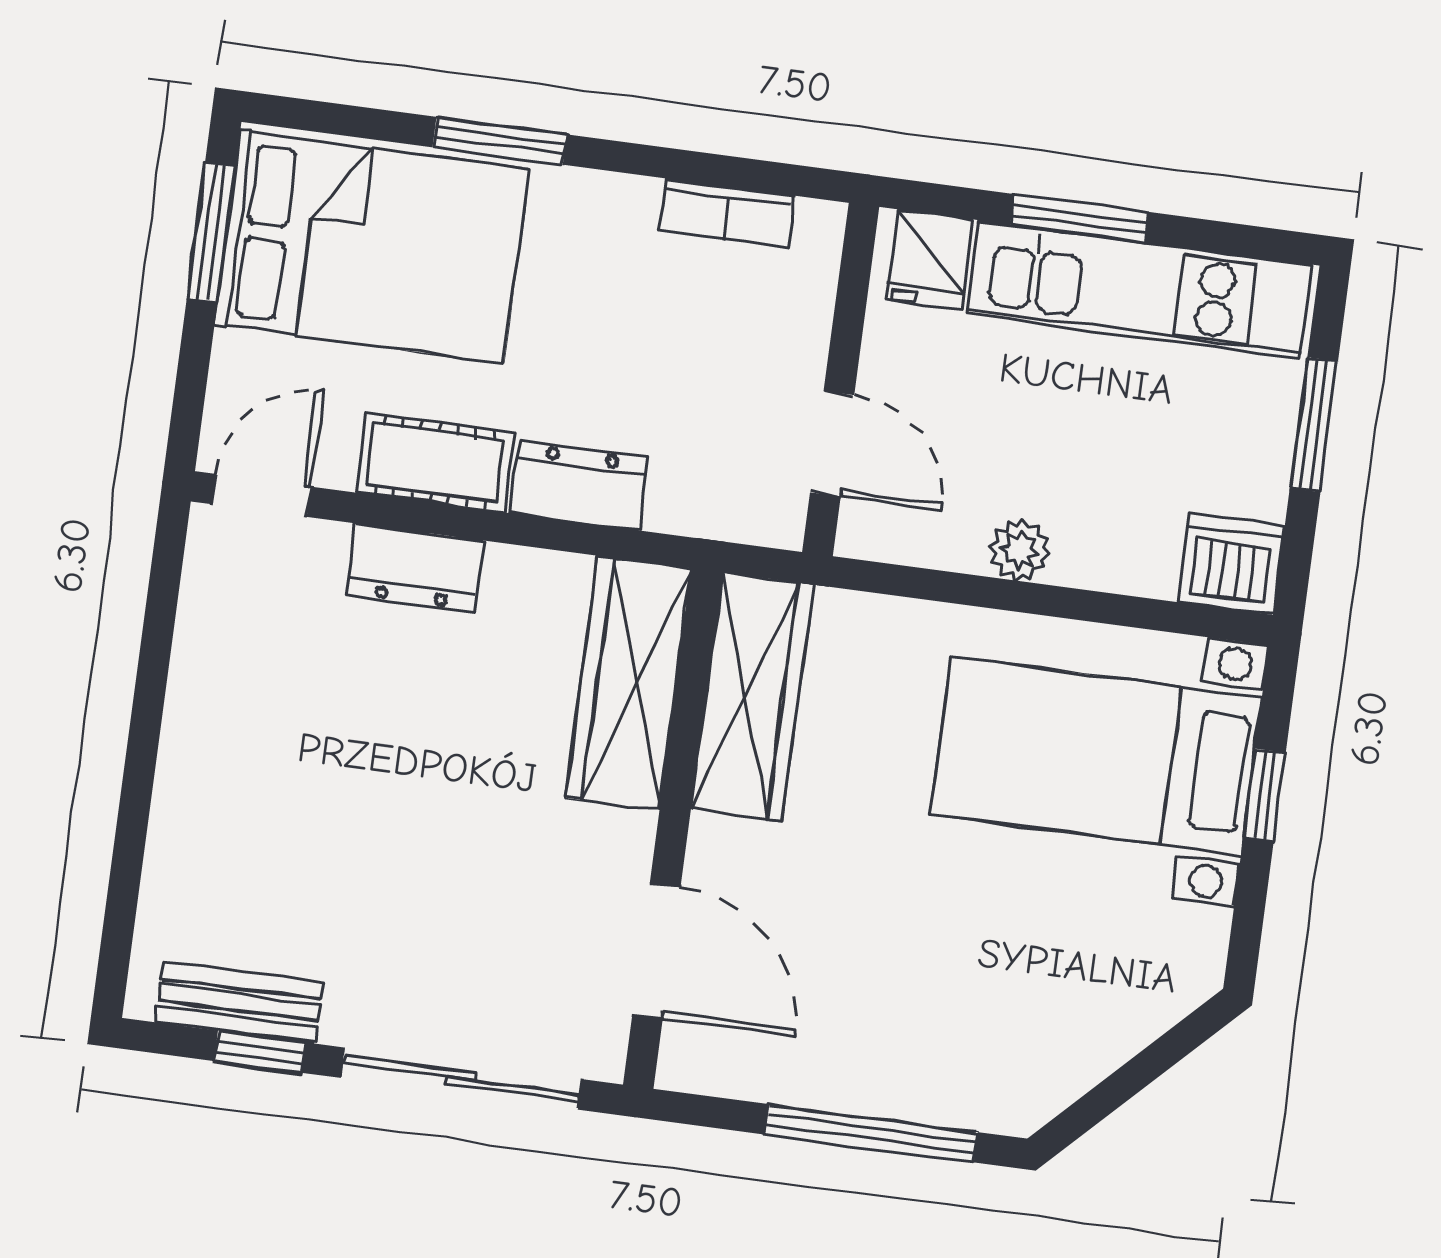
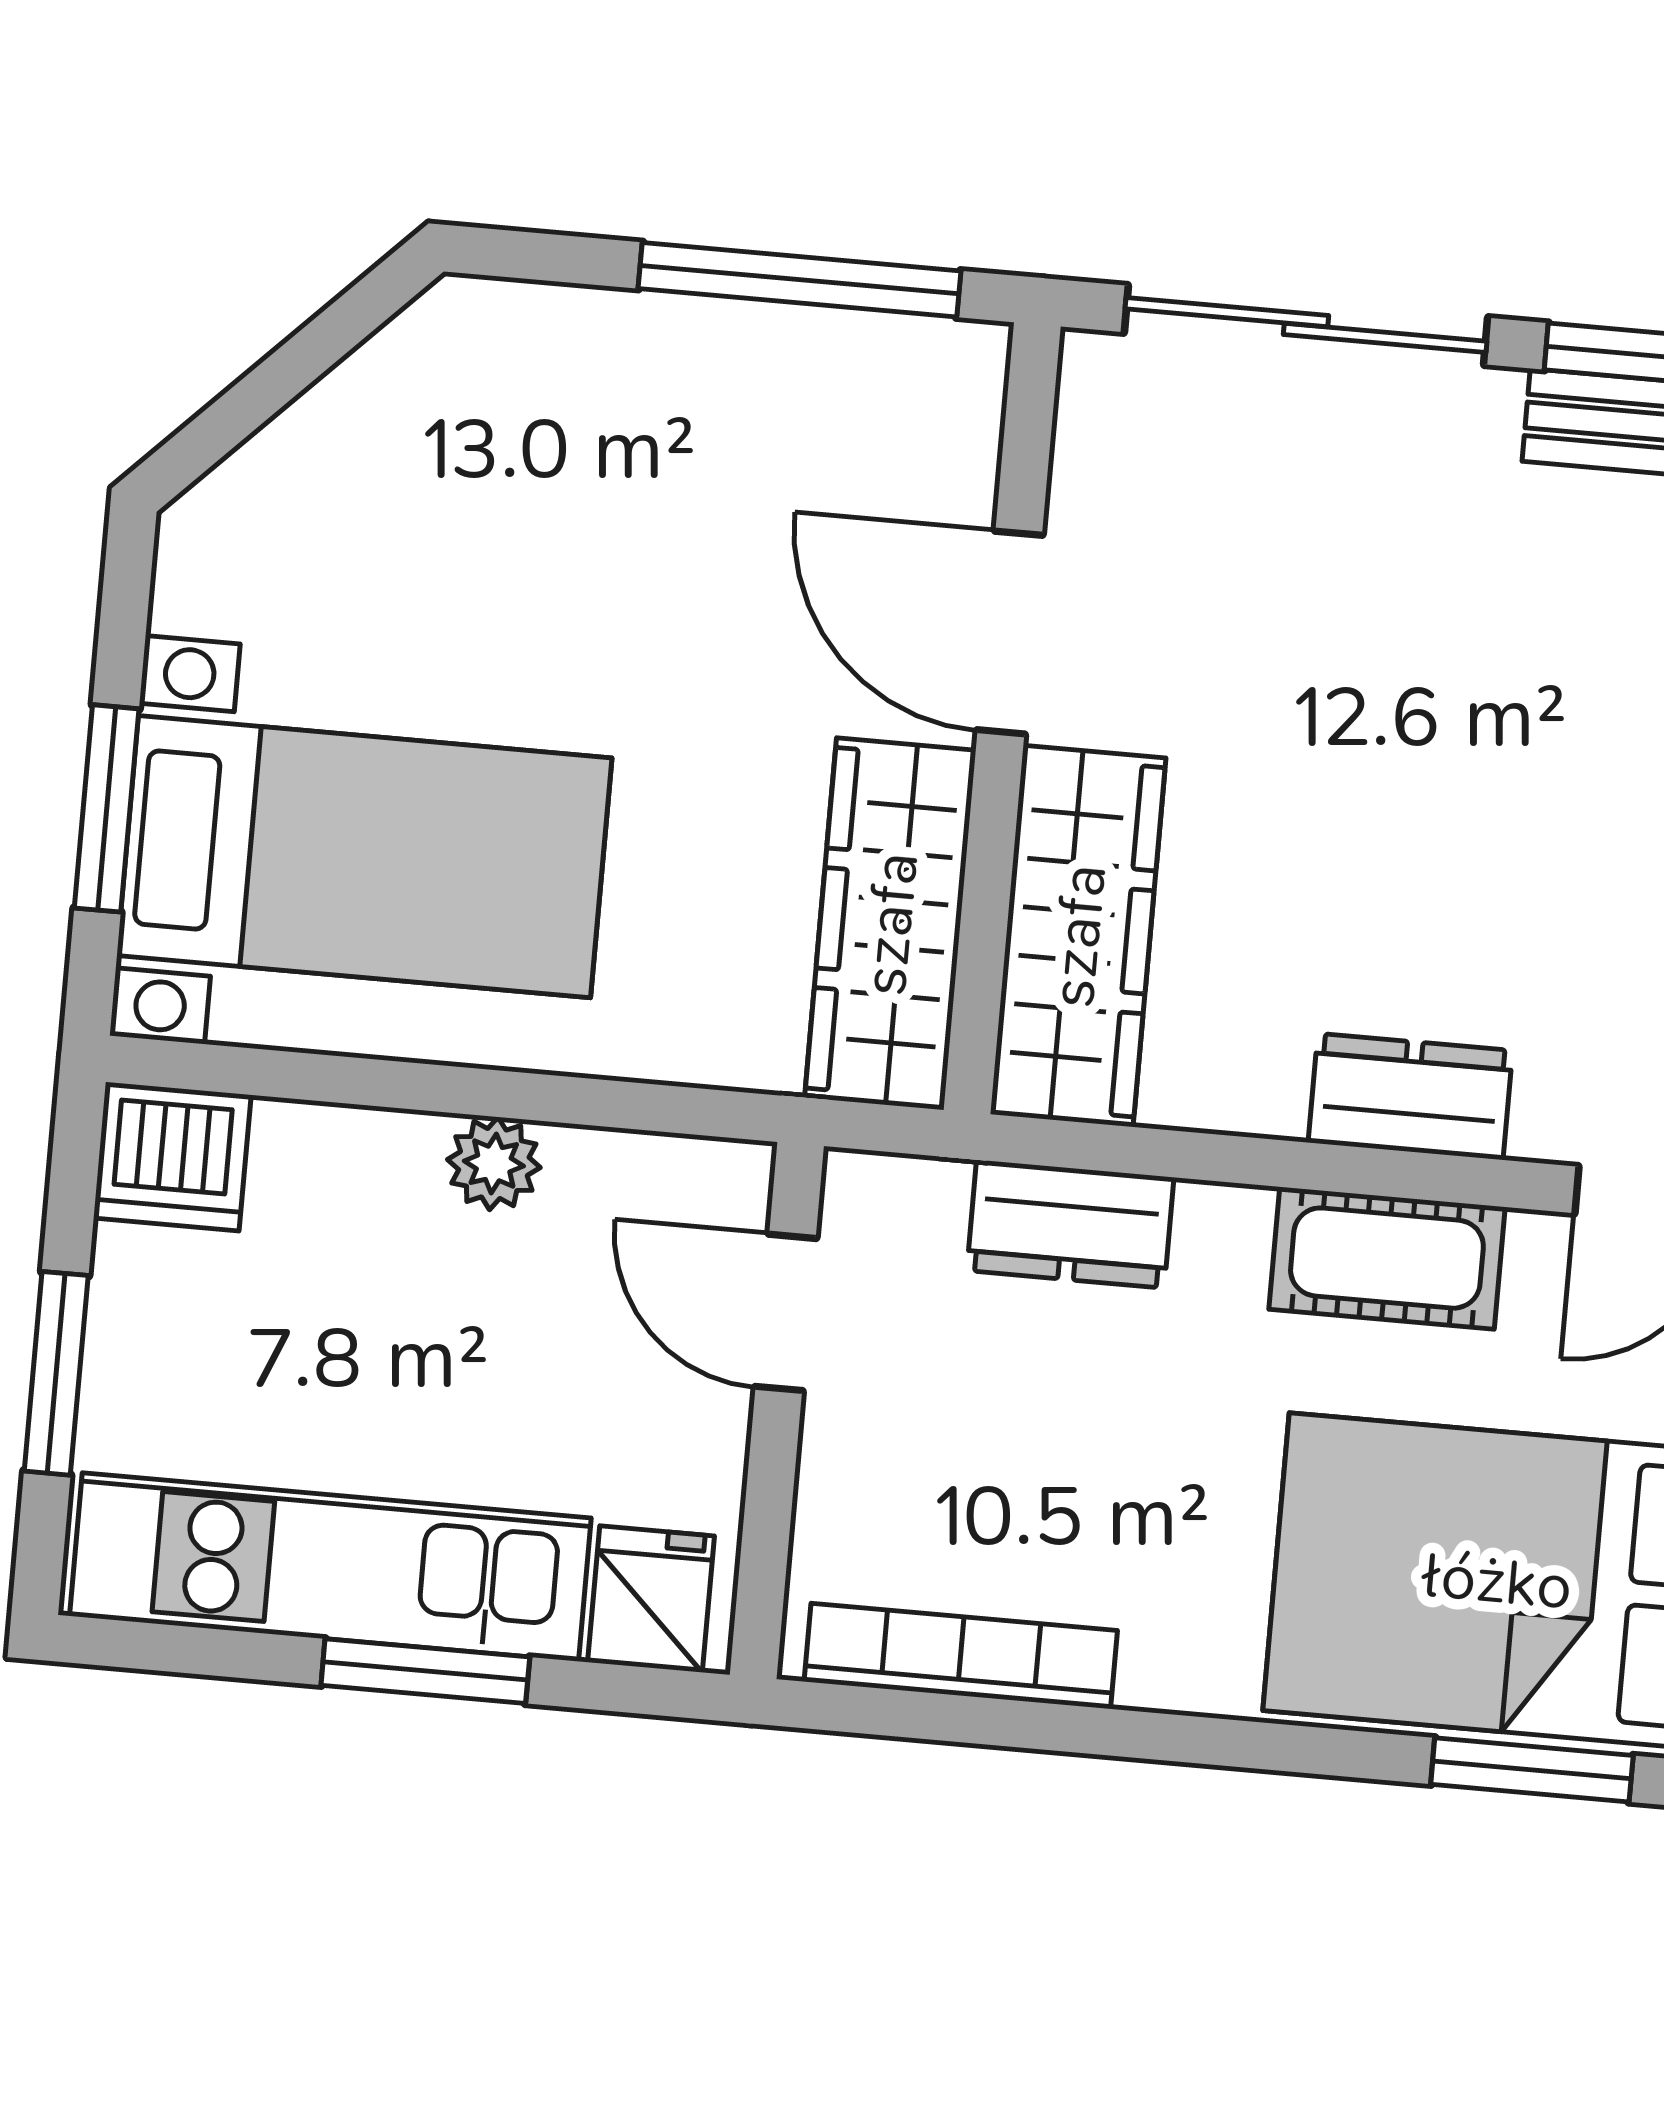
window: (500, 141) -> (1532, 1770), moved
bookcase: (727, 213) -> (961, 1656), width x1.56
dresser: (579, 485) -> (1070, 1224), moved
window: (1264, 795) -> (107, 808), width x1.50
door: (656, 951) -> (1010, 633), moved
window: (871, 1133) -> (799, 280), moved

